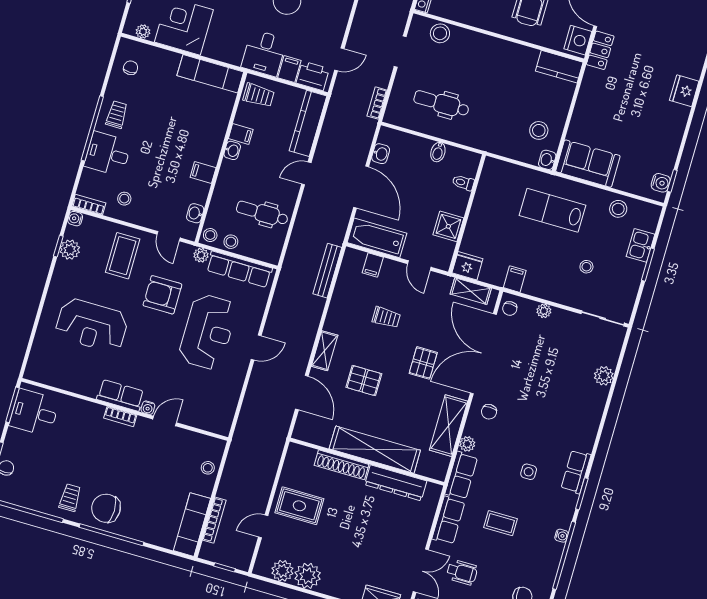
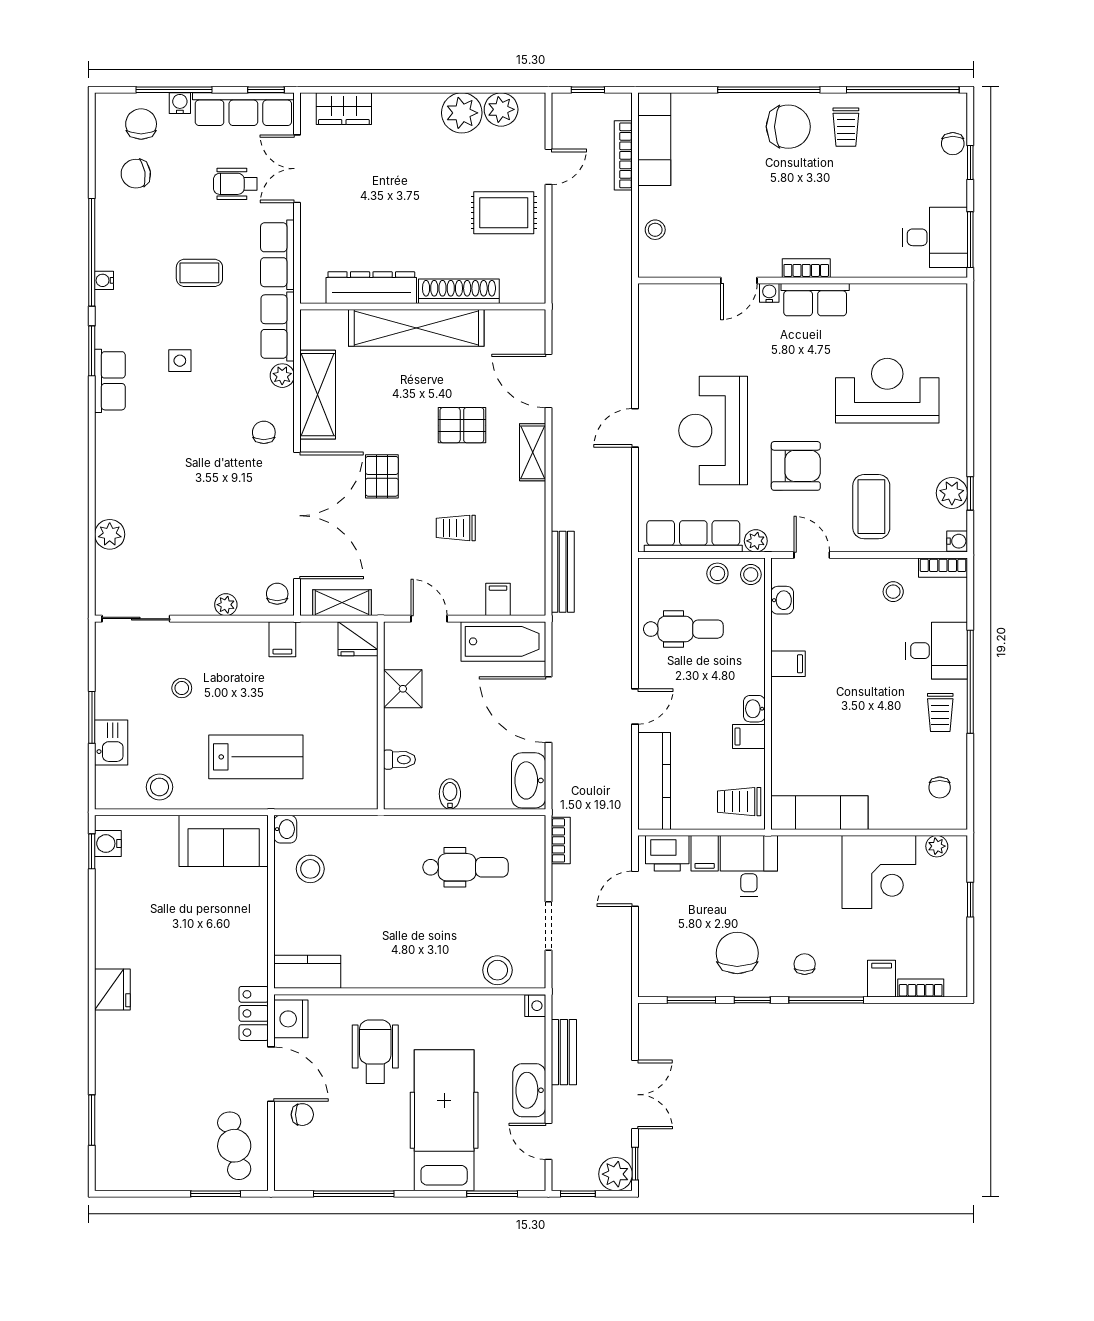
washbasin: (381, 154) -> (529, 780), width x1.91, depth x1.45

